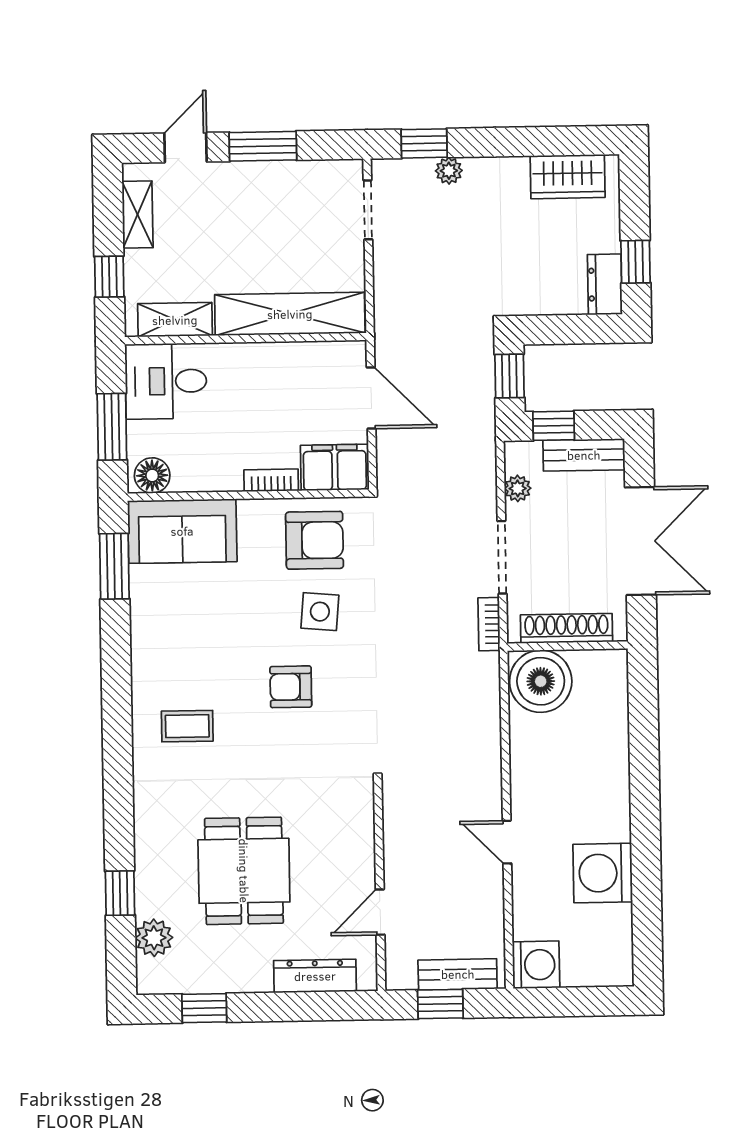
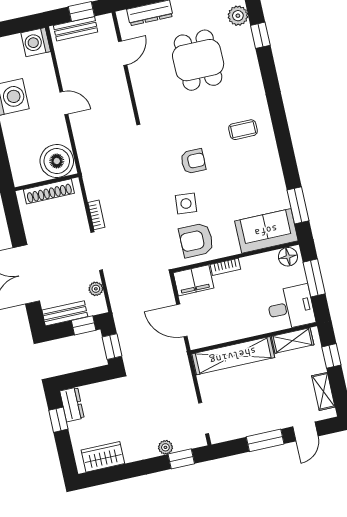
shoe rack: (566, 628) -> (49, 191), moved
wall: (568, 646) -> (46, 182), moved
boiler: (541, 681) -> (57, 161), moved

